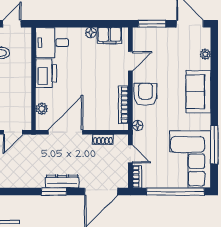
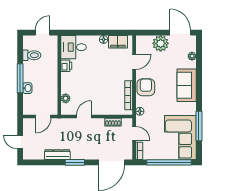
window: (152, 24) -> (151, 33), removed
plant: (165, 38) -> (161, 43), added
printer: (46, 73) -> (66, 66), width x0.53, depth x0.68
door: (65, 132) -> (84, 117), width x0.53
dresser: (62, 181) -> (57, 155), moved

